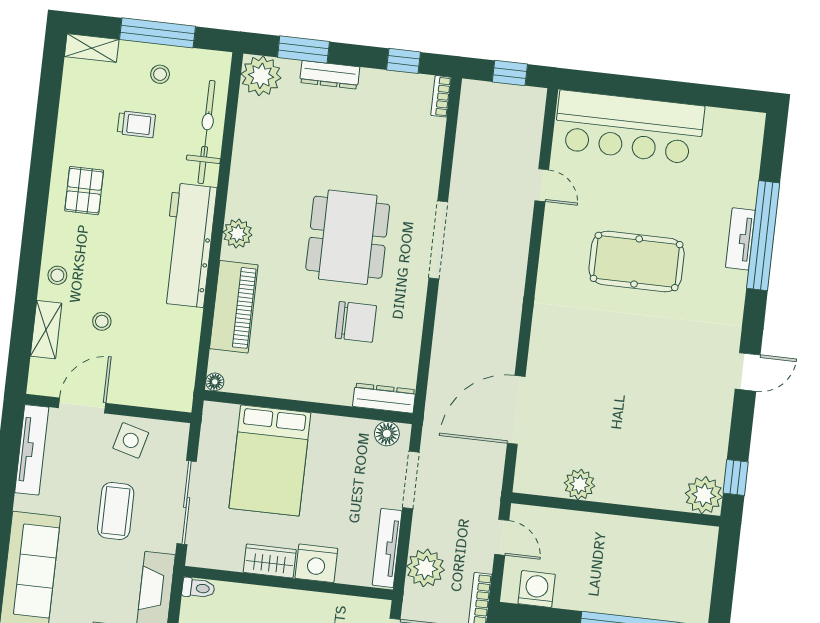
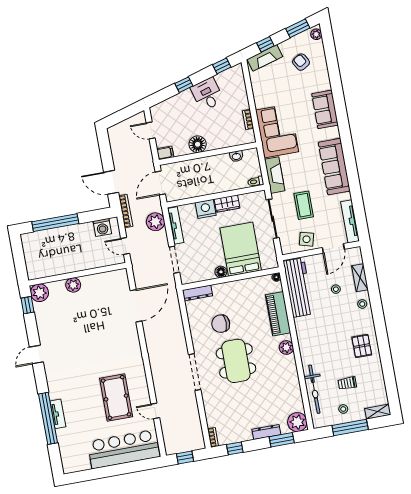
workbench: (188, 245) -> (298, 288), moved
pool table: (637, 261) -> (116, 397), moved, turned 90
floor lamp: (387, 434) -> (221, 272), moved
plant: (580, 484) -> (73, 285), moved

